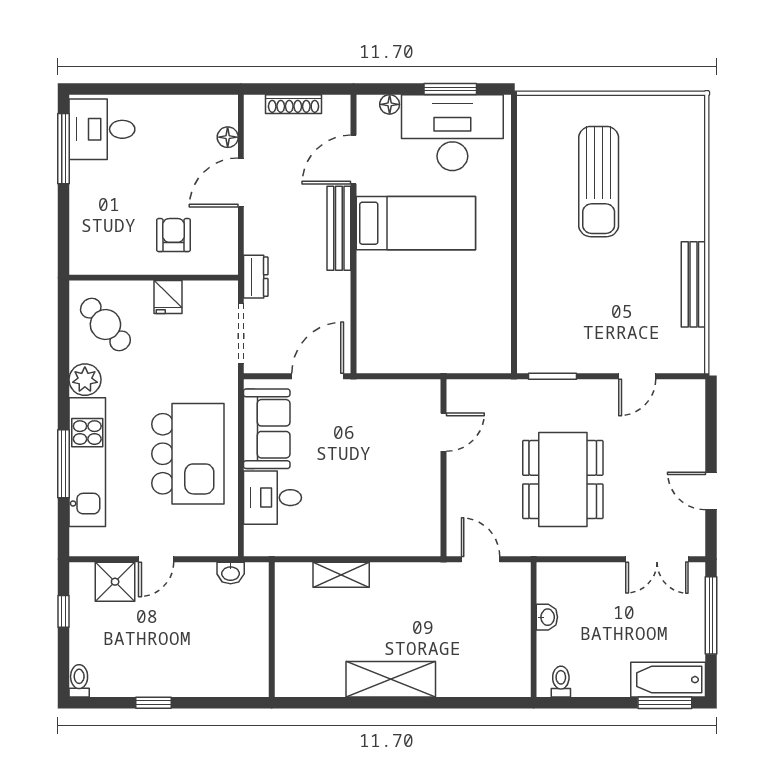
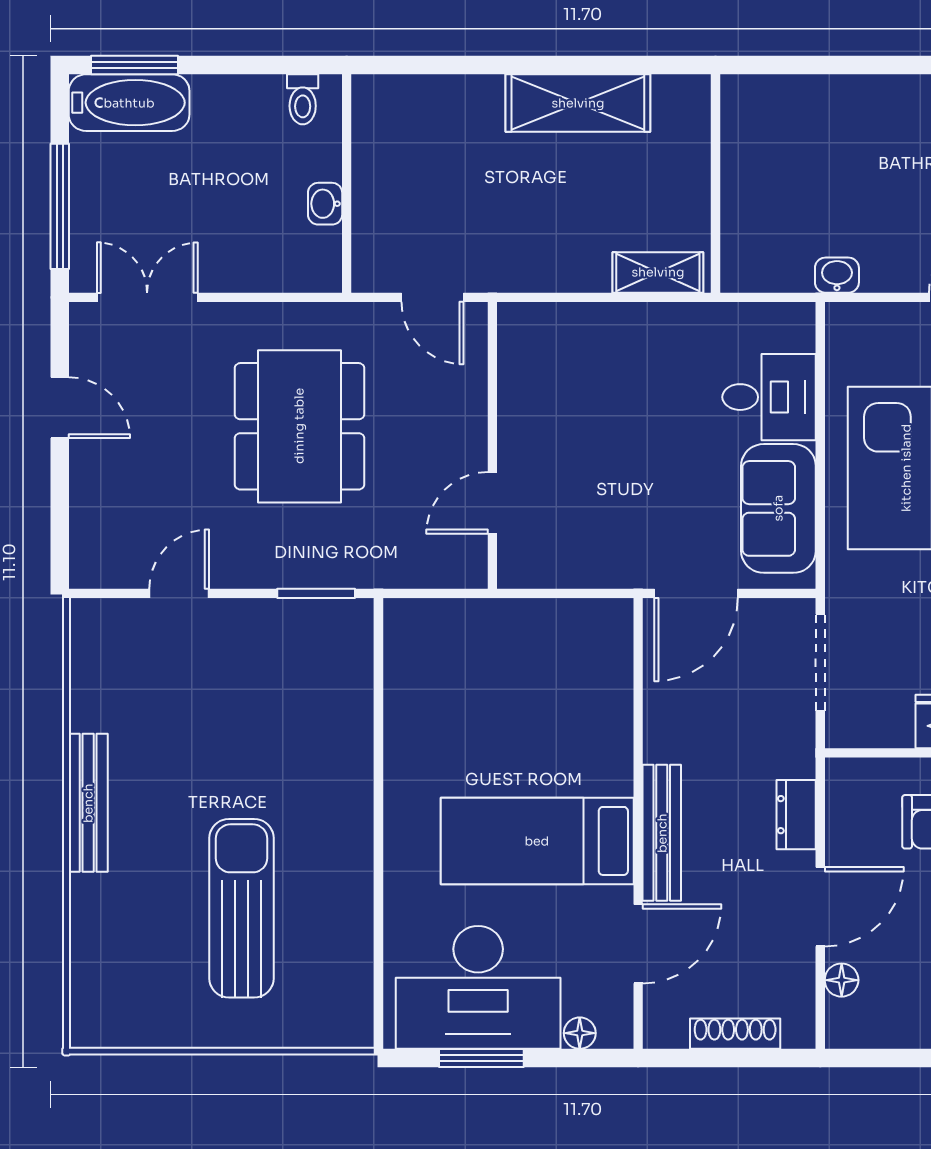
dresser: (256, 277) -> (796, 815), moved
bench: (693, 284) -> (88, 803), moved
wall: (272, 630) -> (716, 183), moved

